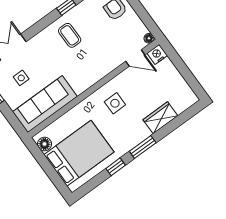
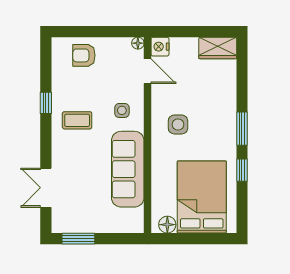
door: (135, 58) -> (148, 71), hinge flipped
side table: (21, 78) -> (122, 110), moved
sofa: (45, 104) -> (128, 169), moved
wardrobe: (160, 118) -> (218, 48), moved, turned -90

